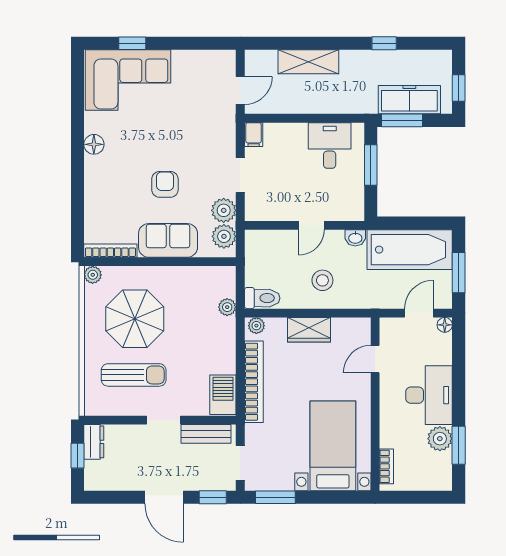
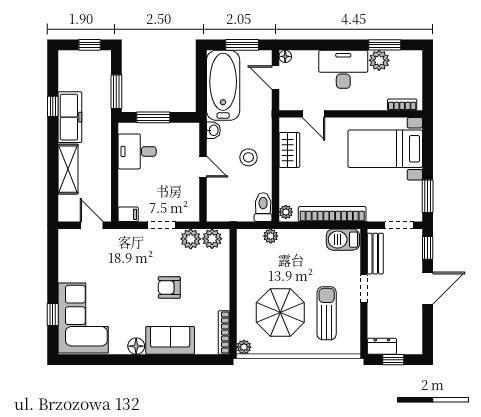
freezer: (409, 100) -> (70, 117), moved, turned 180
sofa: (168, 240) -> (170, 340), moved, turned 90
wardrobe: (309, 330) -> (289, 150), moved

